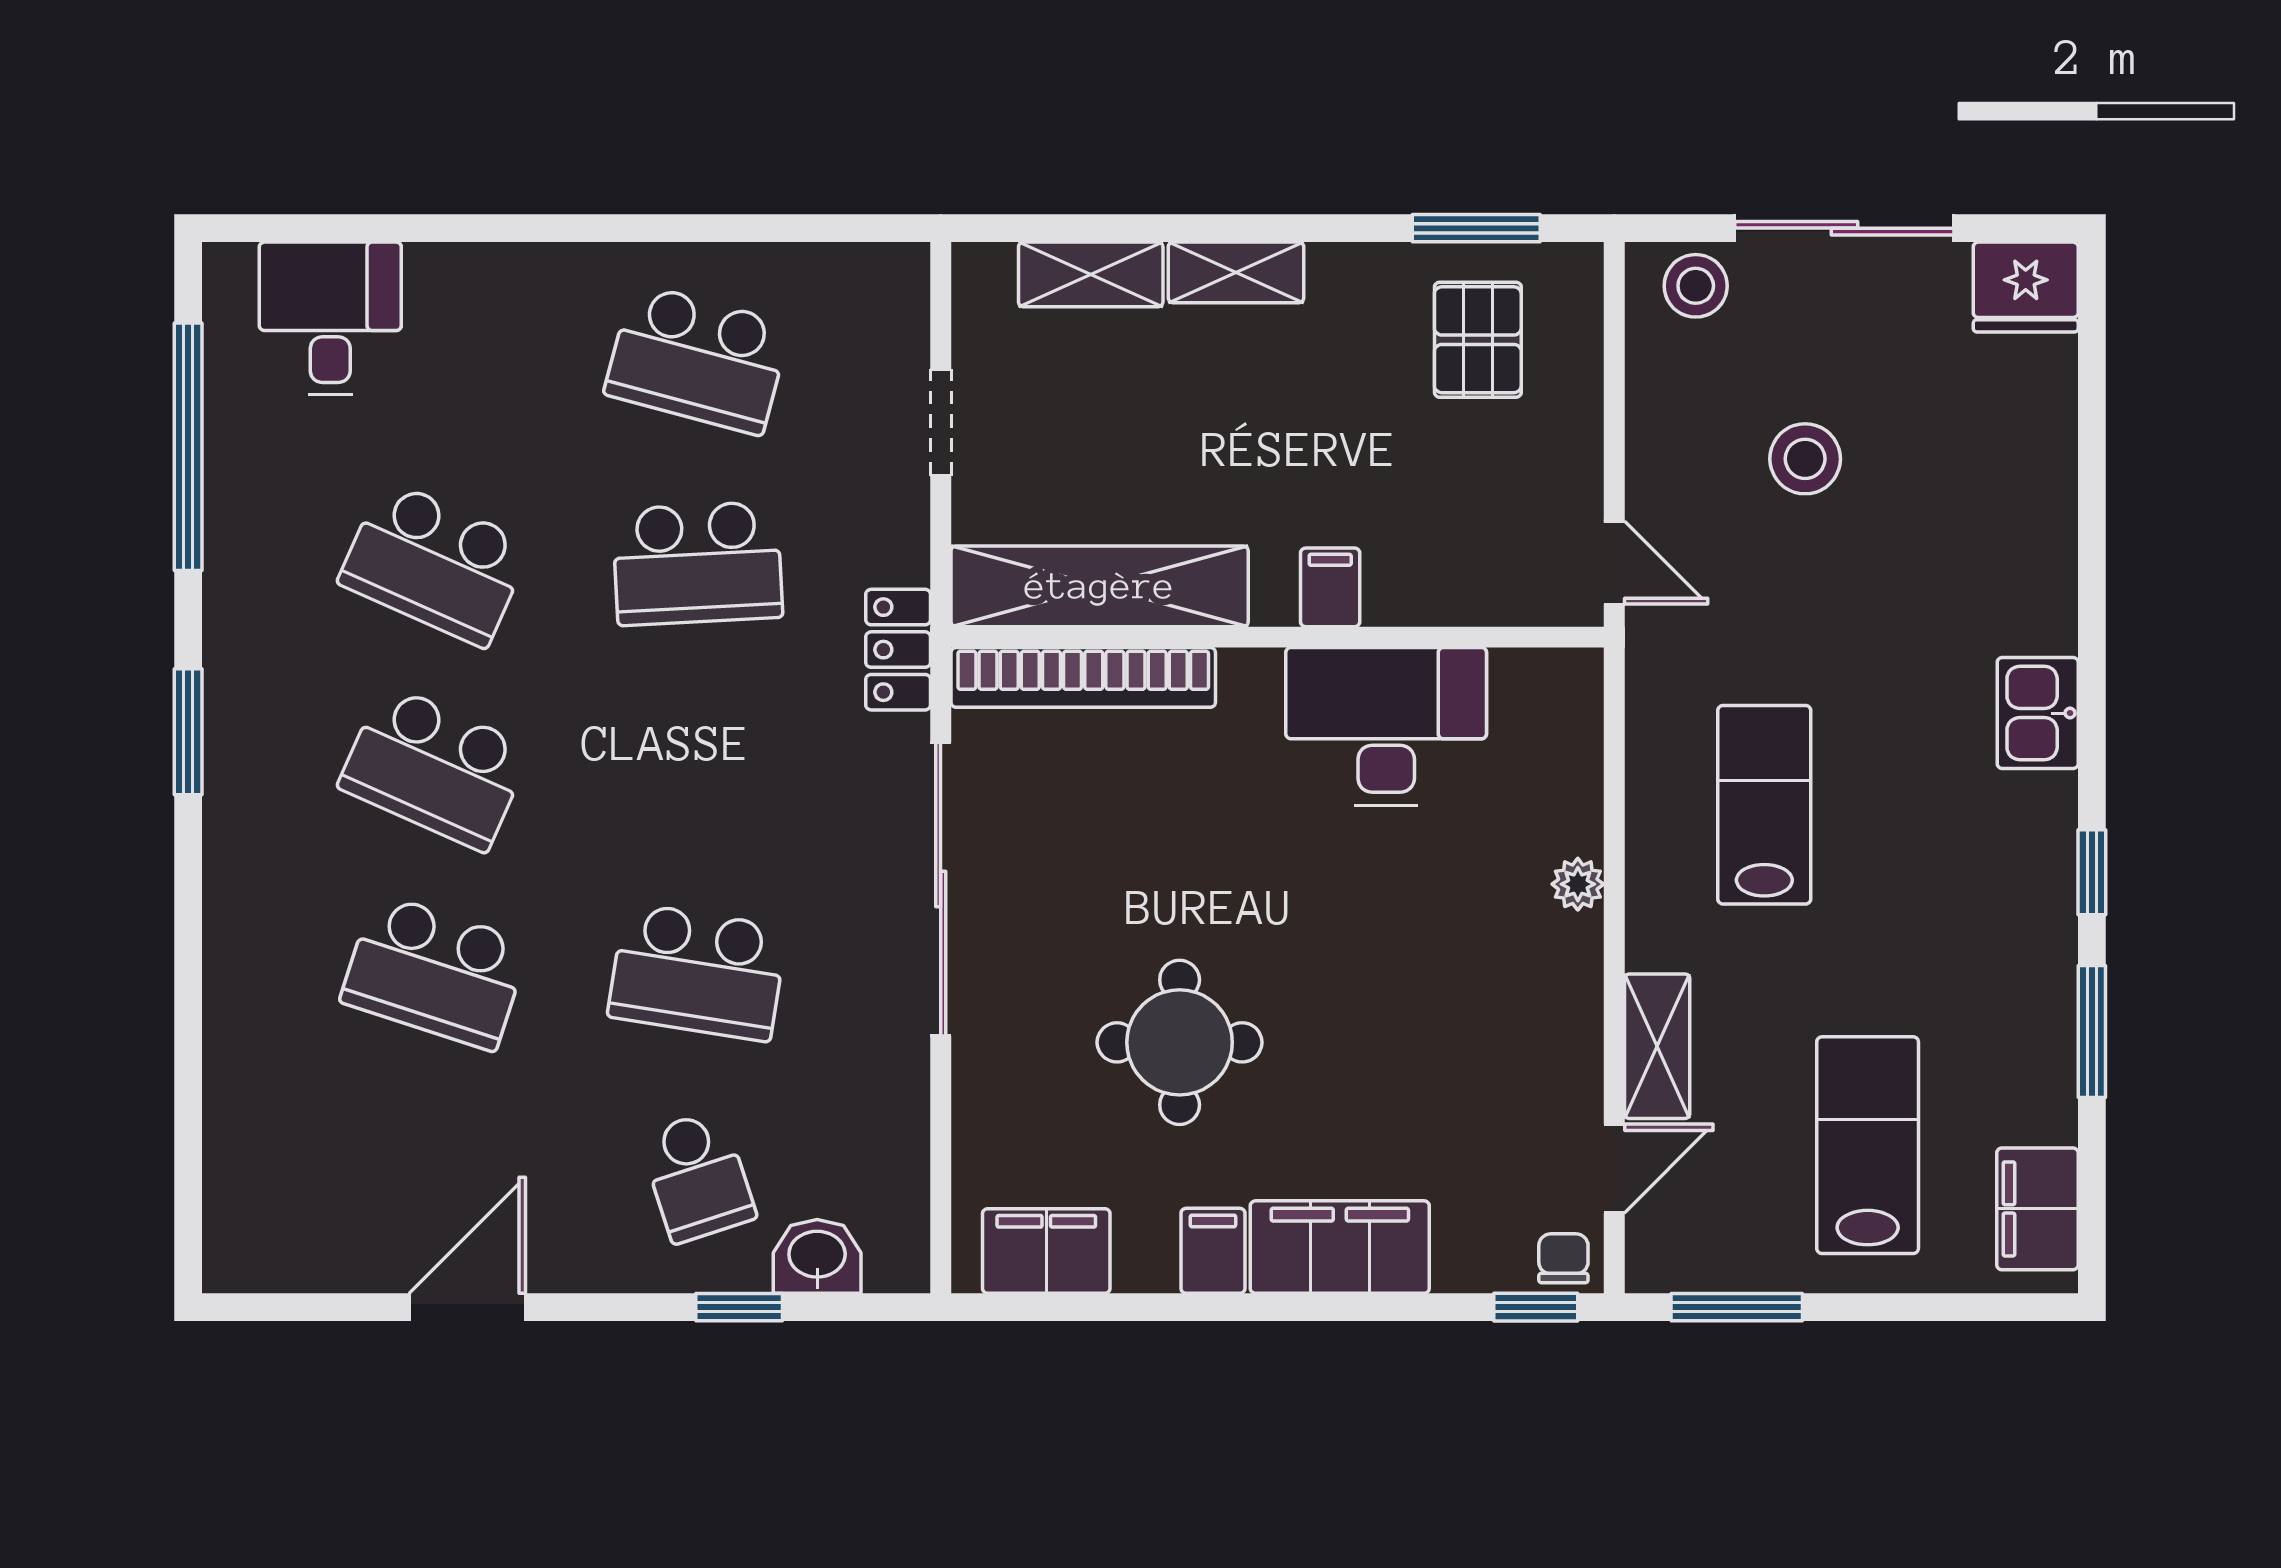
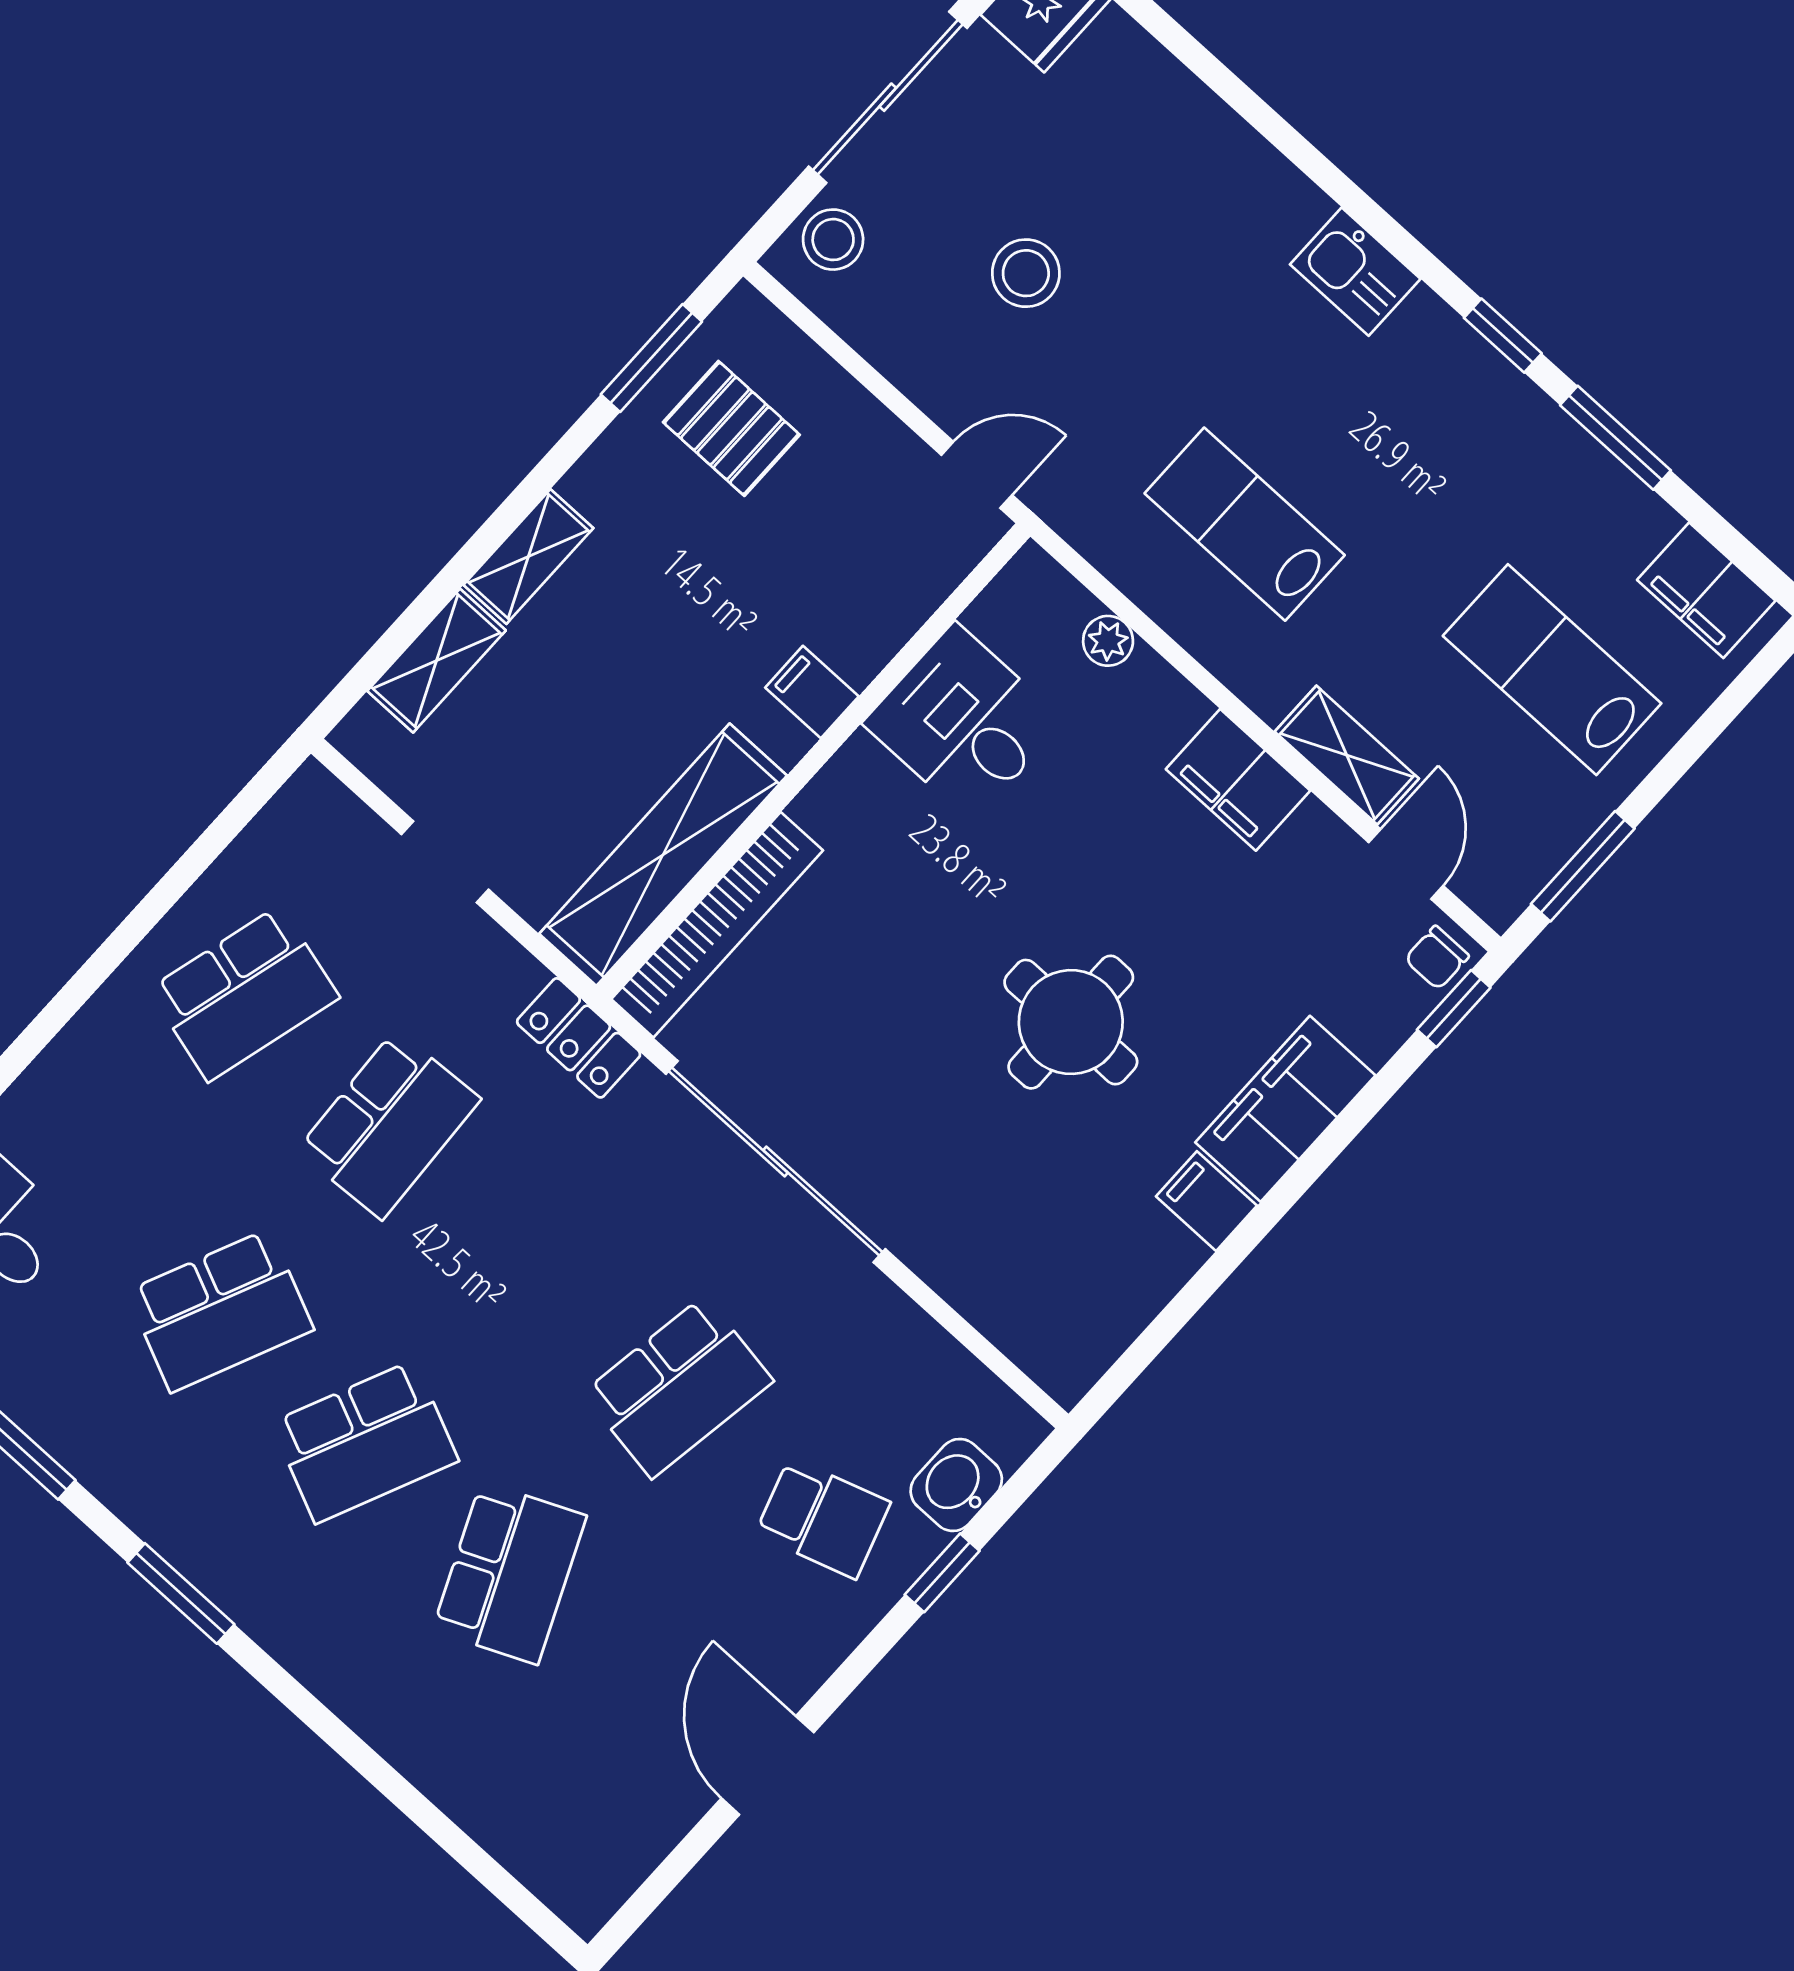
desk: (1386, 726) -> (964, 722), width x0.73
plant: (1578, 884) -> (1108, 641), moved
school desk: (435, 972) -> (509, 1573), turned -42
round table: (1180, 1042) -> (1071, 1022), moved
filing cabinet: (1046, 1251) -> (1238, 780), moved, turned -90
chair: (1563, 1258) -> (1437, 958), turned -90

